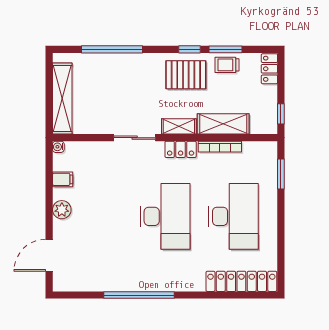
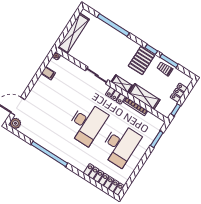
locker: (269, 69) -> (179, 93), moved
pallet: (186, 75) -> (141, 61), turned 90
plant: (62, 210) -> (15, 123), moved

